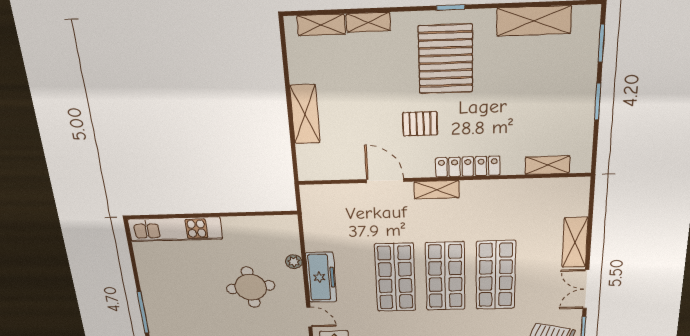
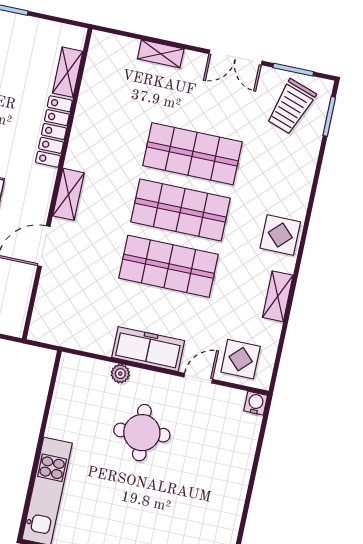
locker: (468, 167) -> (54, 131), moved
shelving: (575, 242) -> (161, 54), width x0.67, depth x0.75

